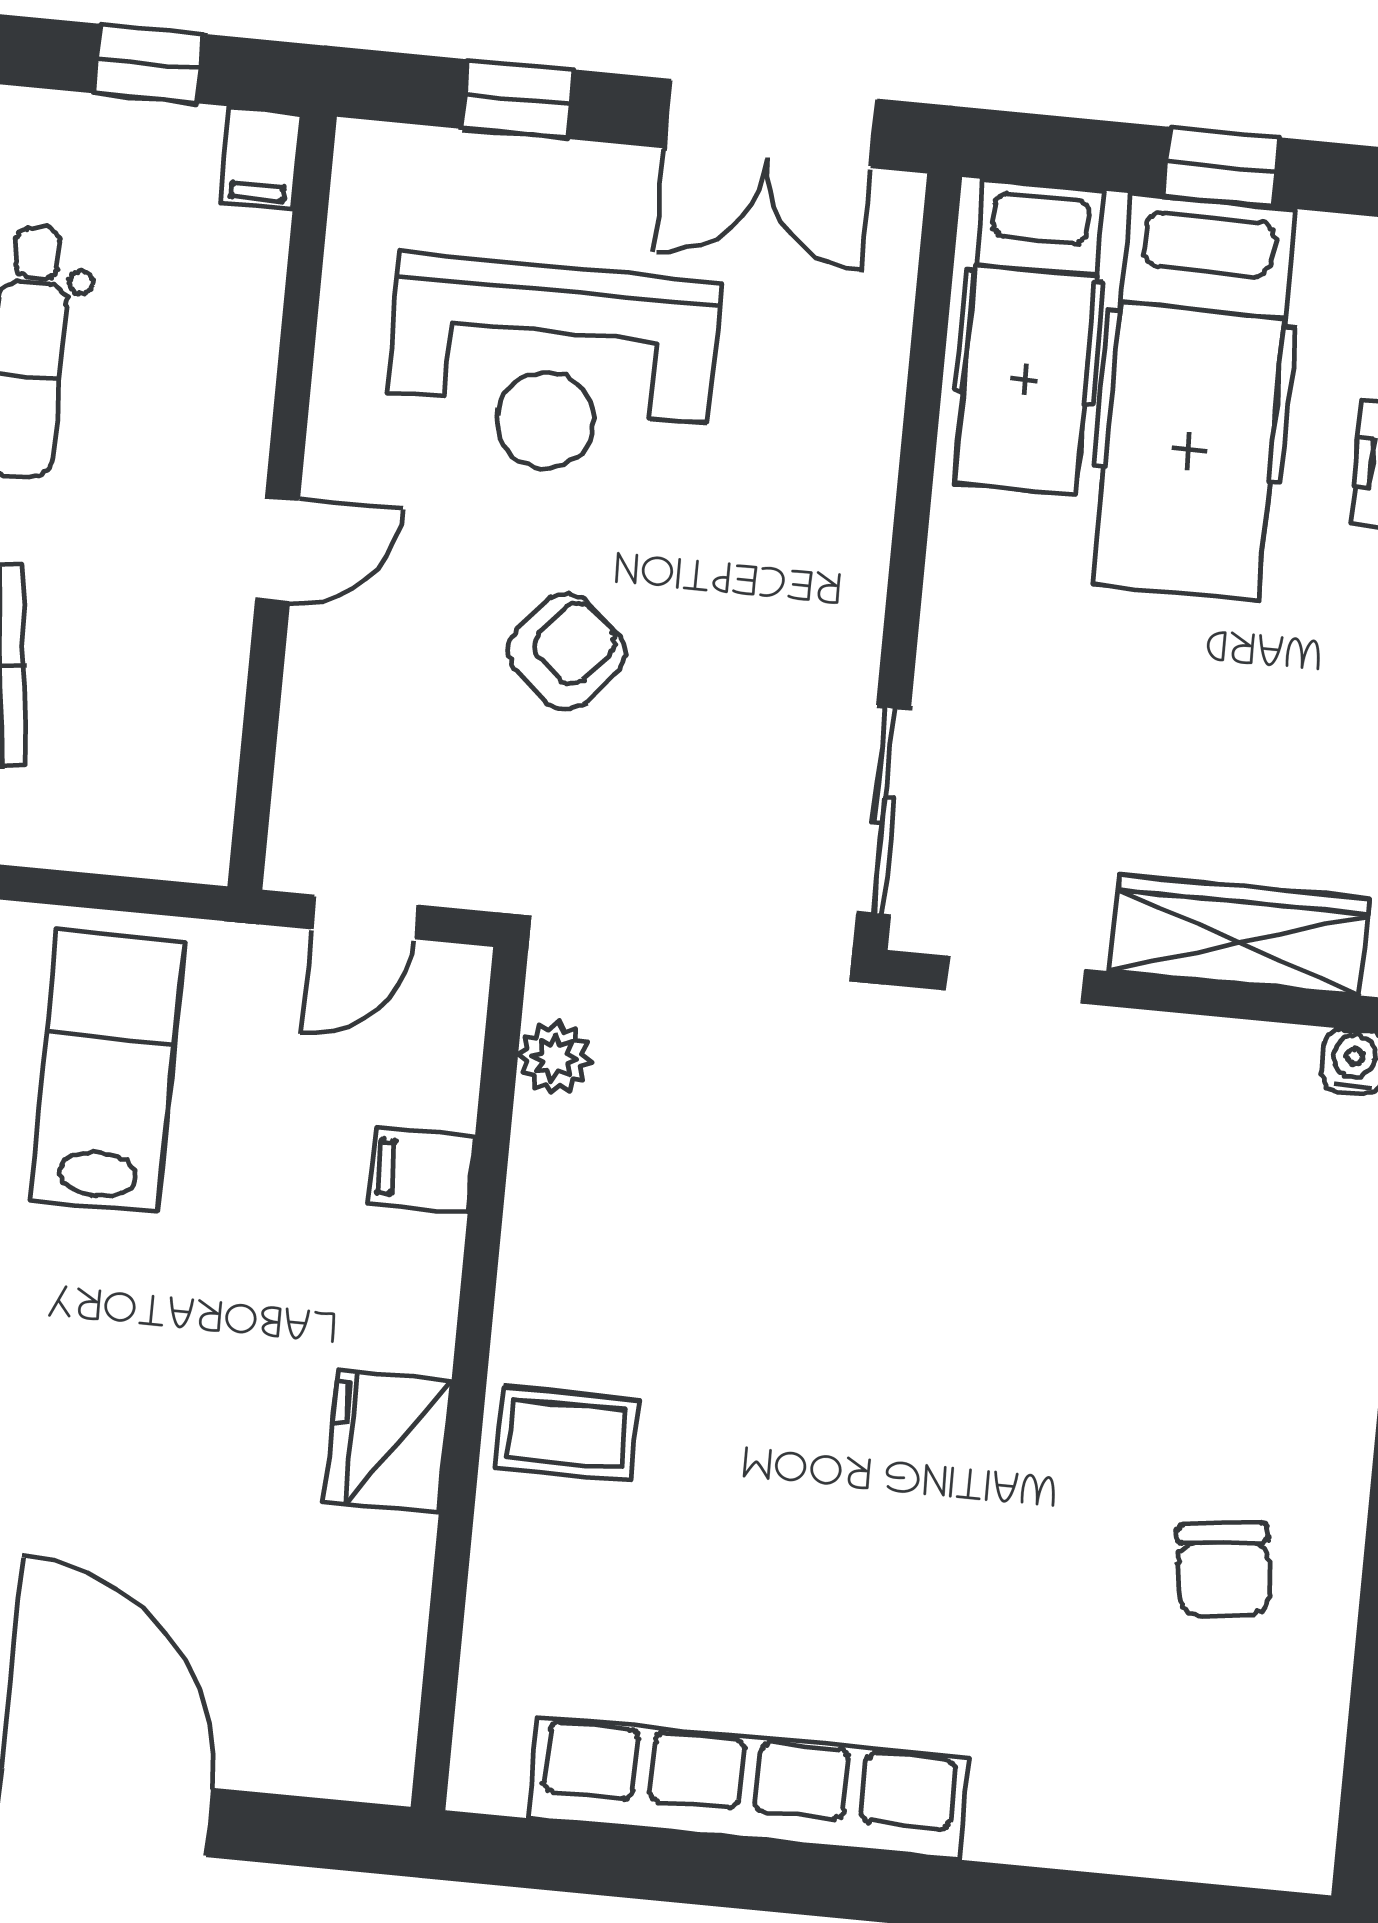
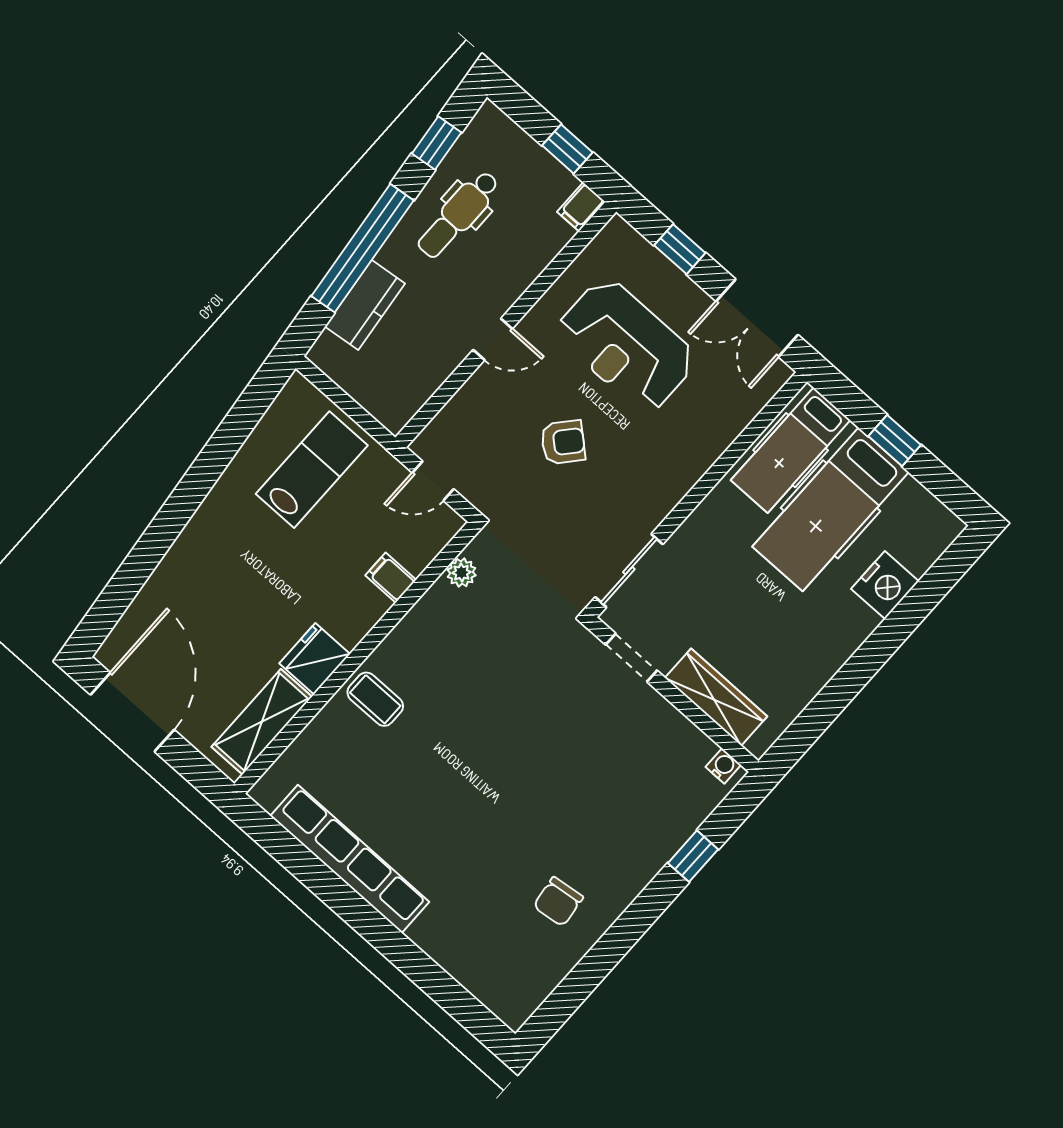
shelving: (375, 1643) -> (262, 722), added

